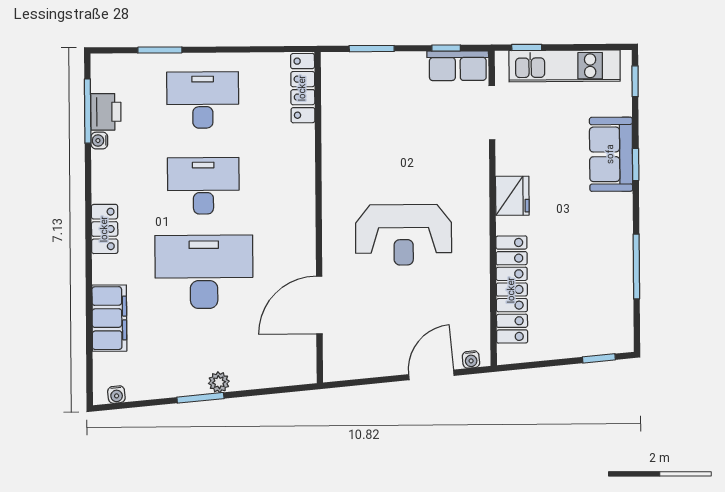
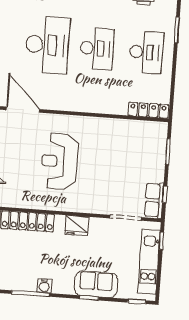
water cooler: (621, 244) -> (44, 286), added

